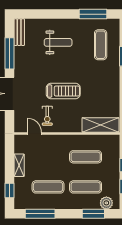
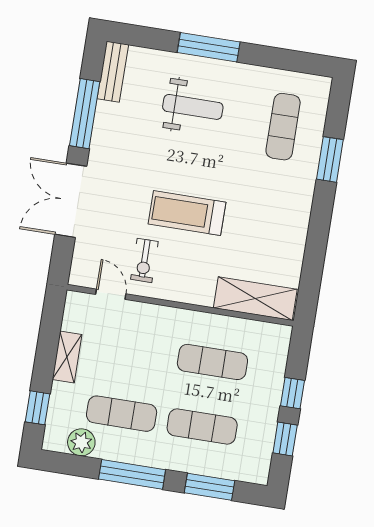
window: (93, 14) -> (209, 47), moved
treadmill: (63, 91) -> (187, 213), turned 180
plant: (106, 203) -> (81, 442), moved
window: (40, 214) -> (132, 474), moved

